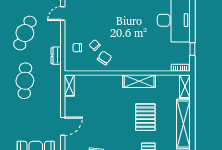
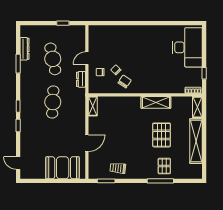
door: (63, 14) -> (87, 58), moved
cafe table: (25, 33) -> (53, 59), turned -36

